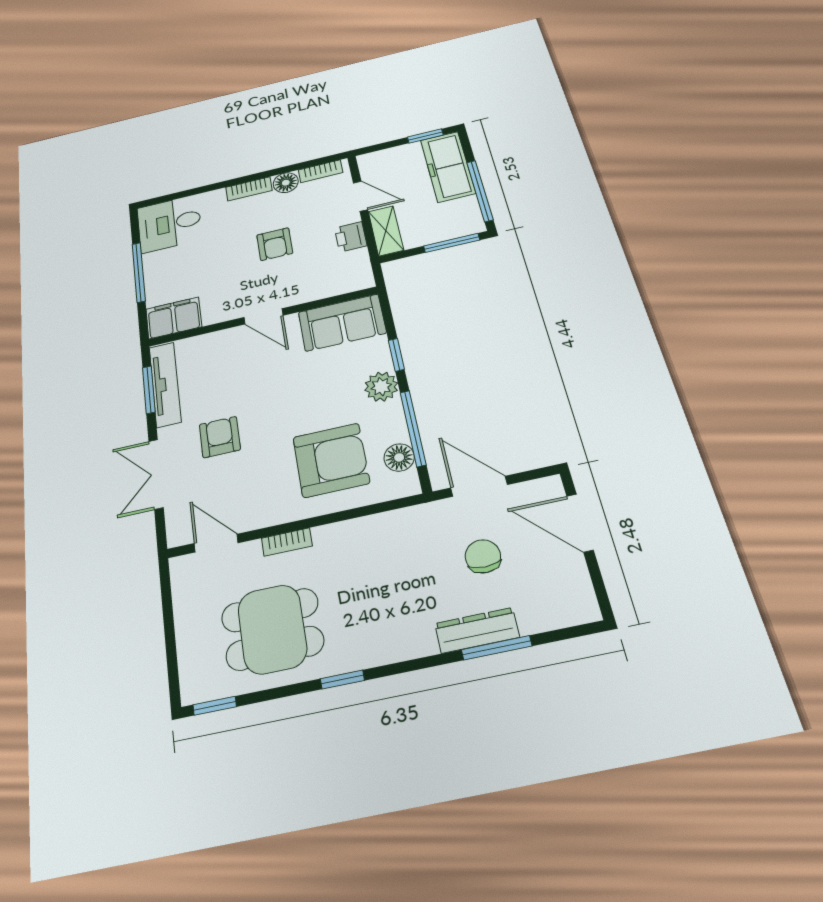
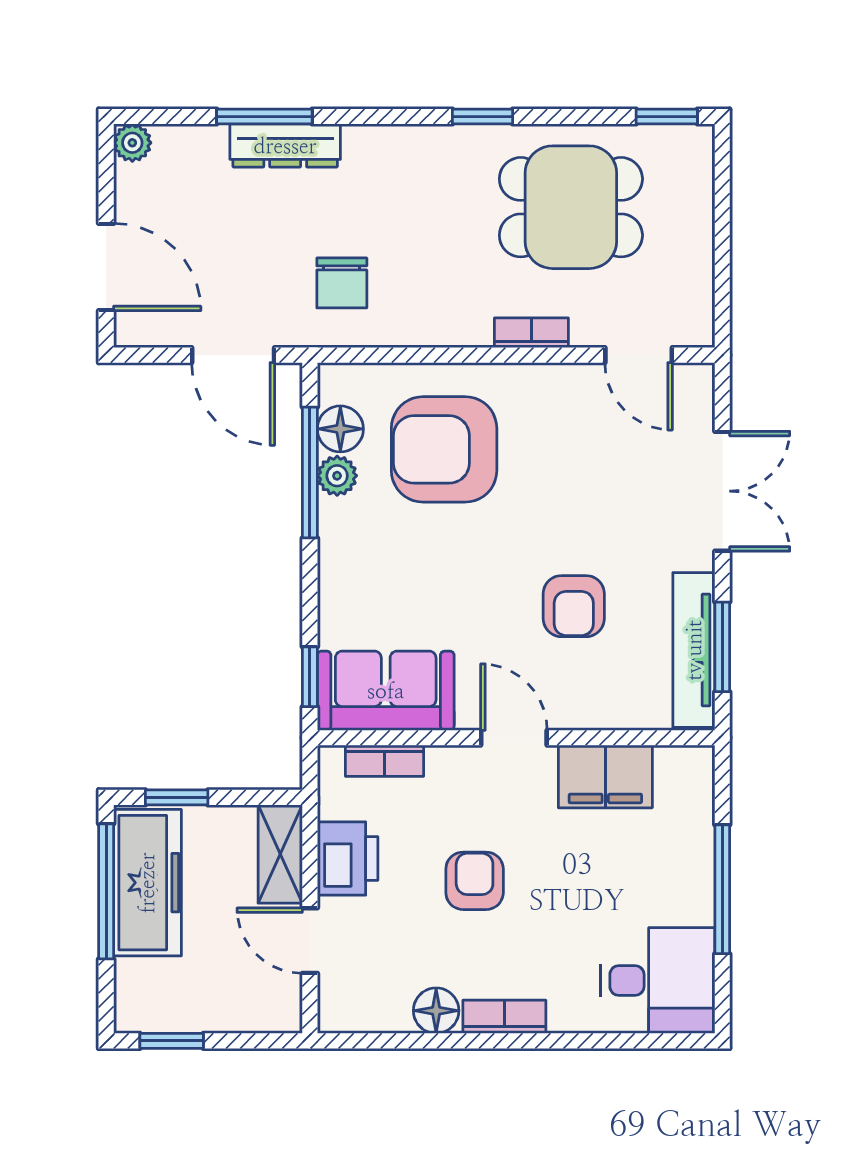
freezer: (448, 166) -> (147, 883), moved
bookcase: (320, 171) -> (384, 761), moved, turned 180
printer: (351, 237) -> (348, 859), width x1.36, depth x1.24
window: (452, 243) -> (177, 797), width x0.67
filing cabinet: (174, 318) -> (605, 777), moved
window: (396, 355) -> (310, 677), moved
plant: (381, 387) -> (337, 476), moved, width x0.73, depth x0.73
armchair: (220, 437) -> (574, 606), moved
chair: (483, 556) -> (342, 283), moved
plant: (586, 610) -> (132, 143), added

